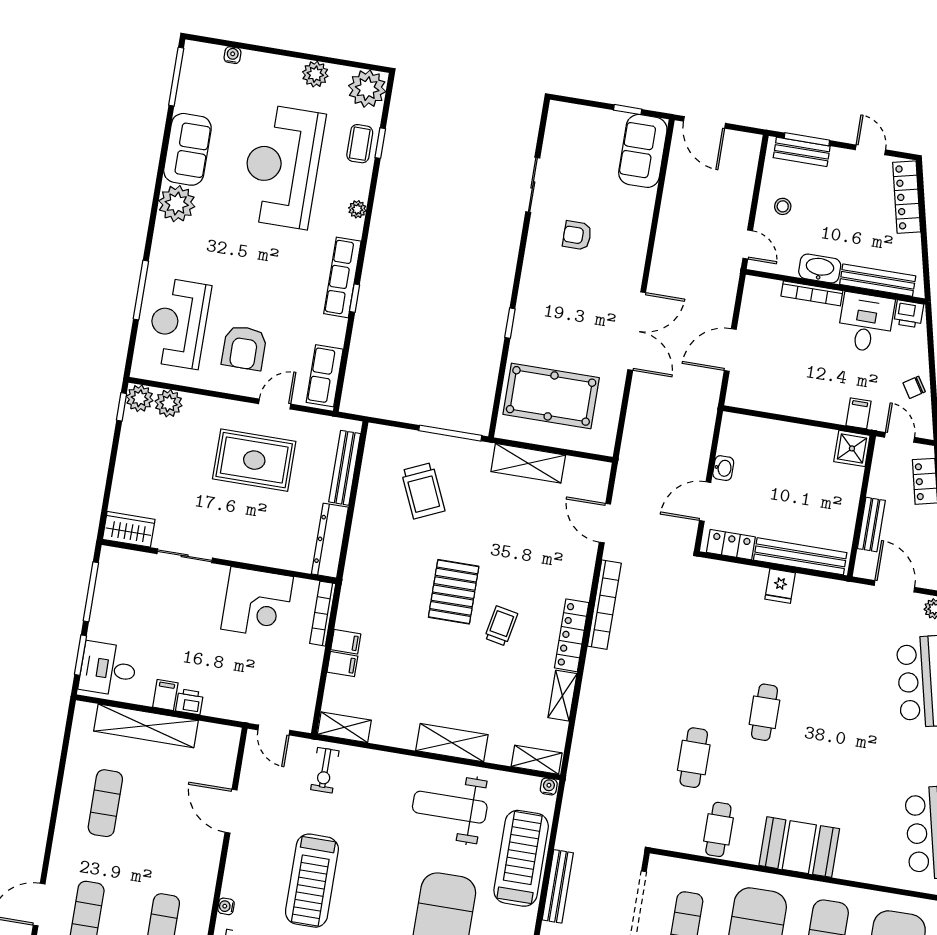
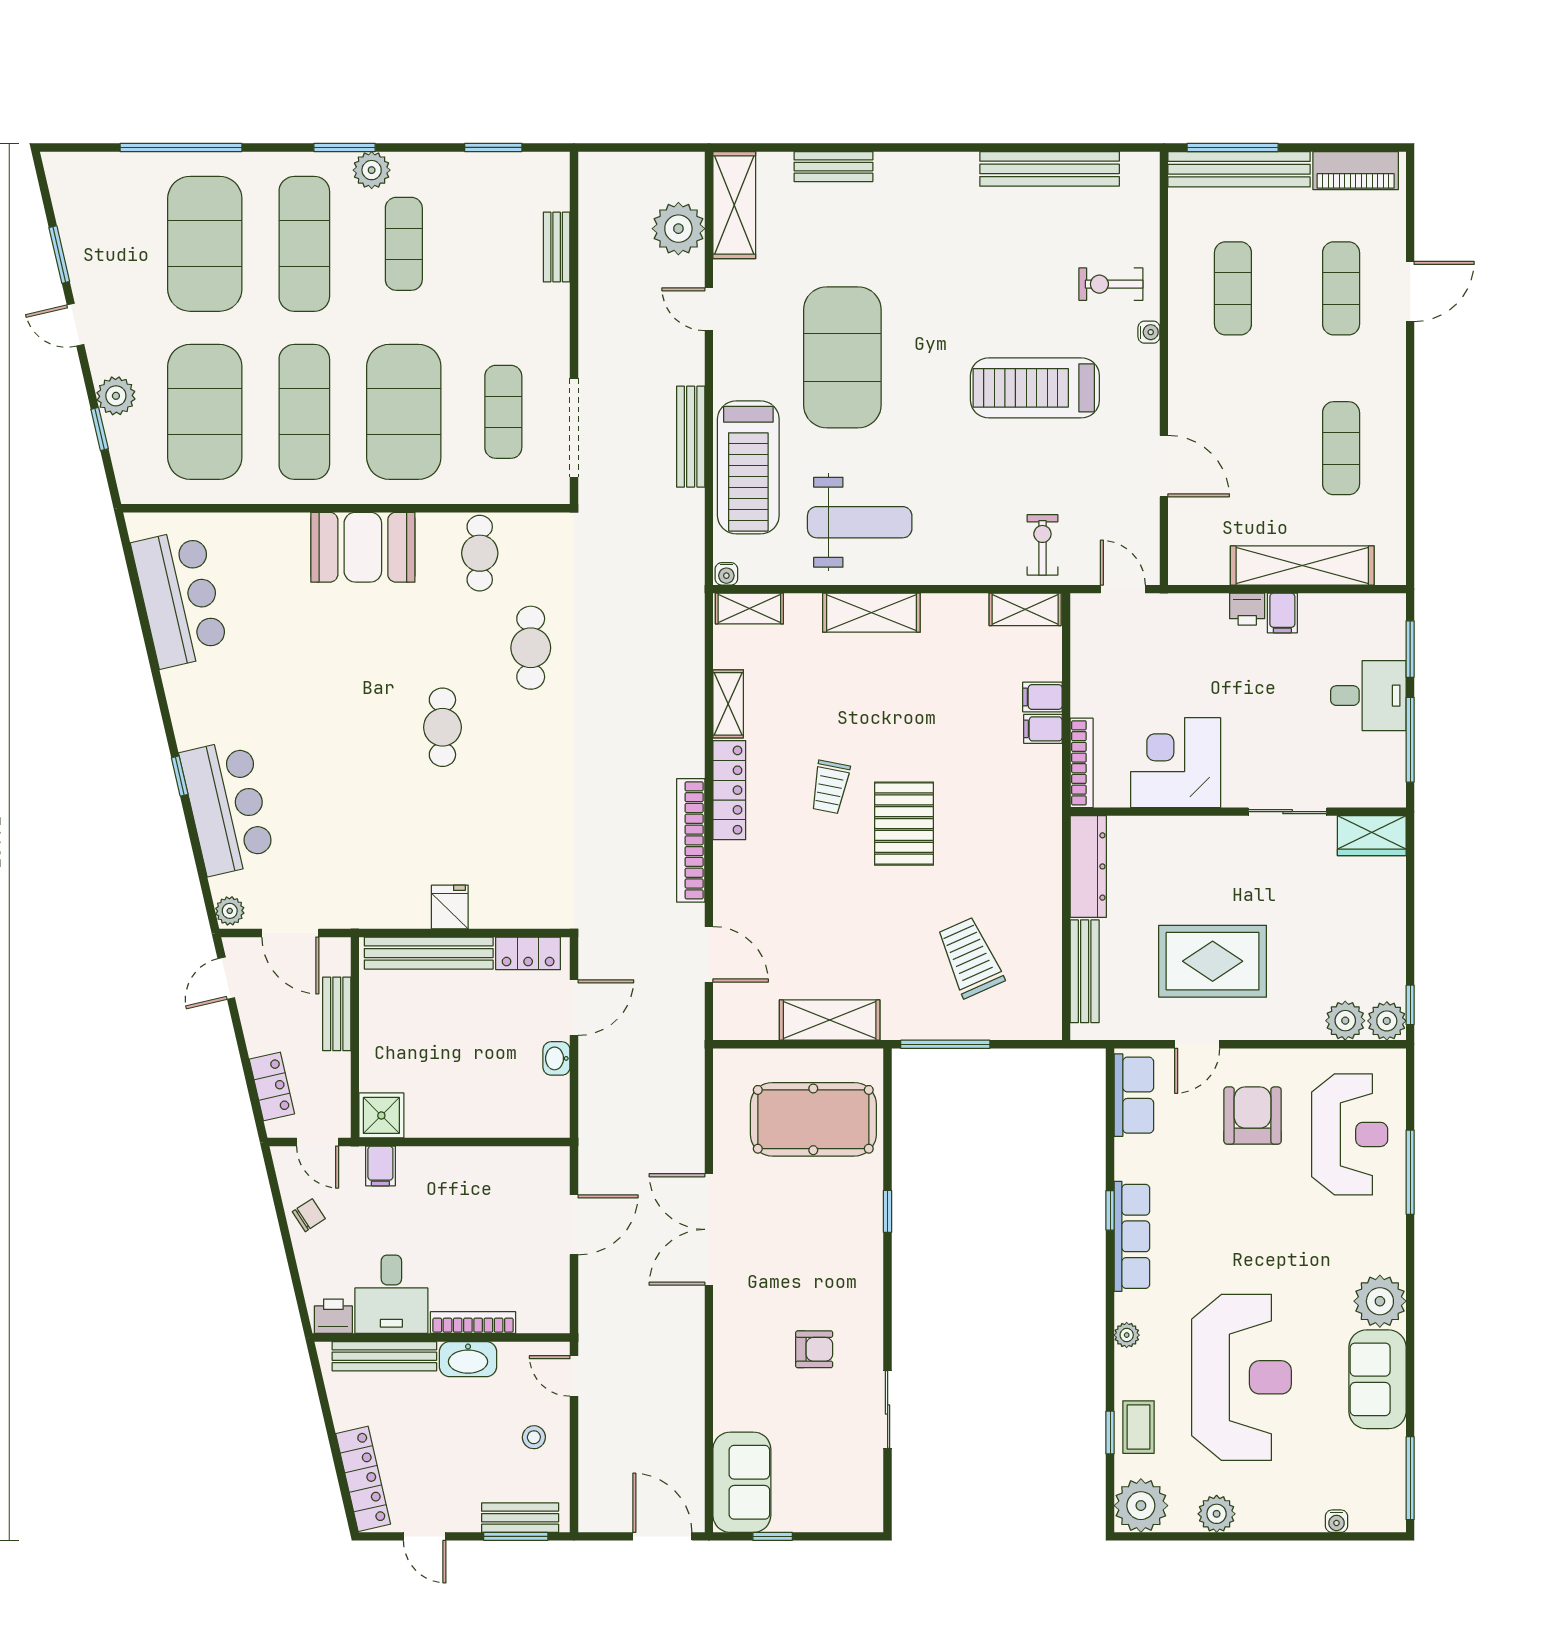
desk: (108, 669) -> (1368, 696), moved
treadmill: (312, 881) -> (1035, 388), turned -90

